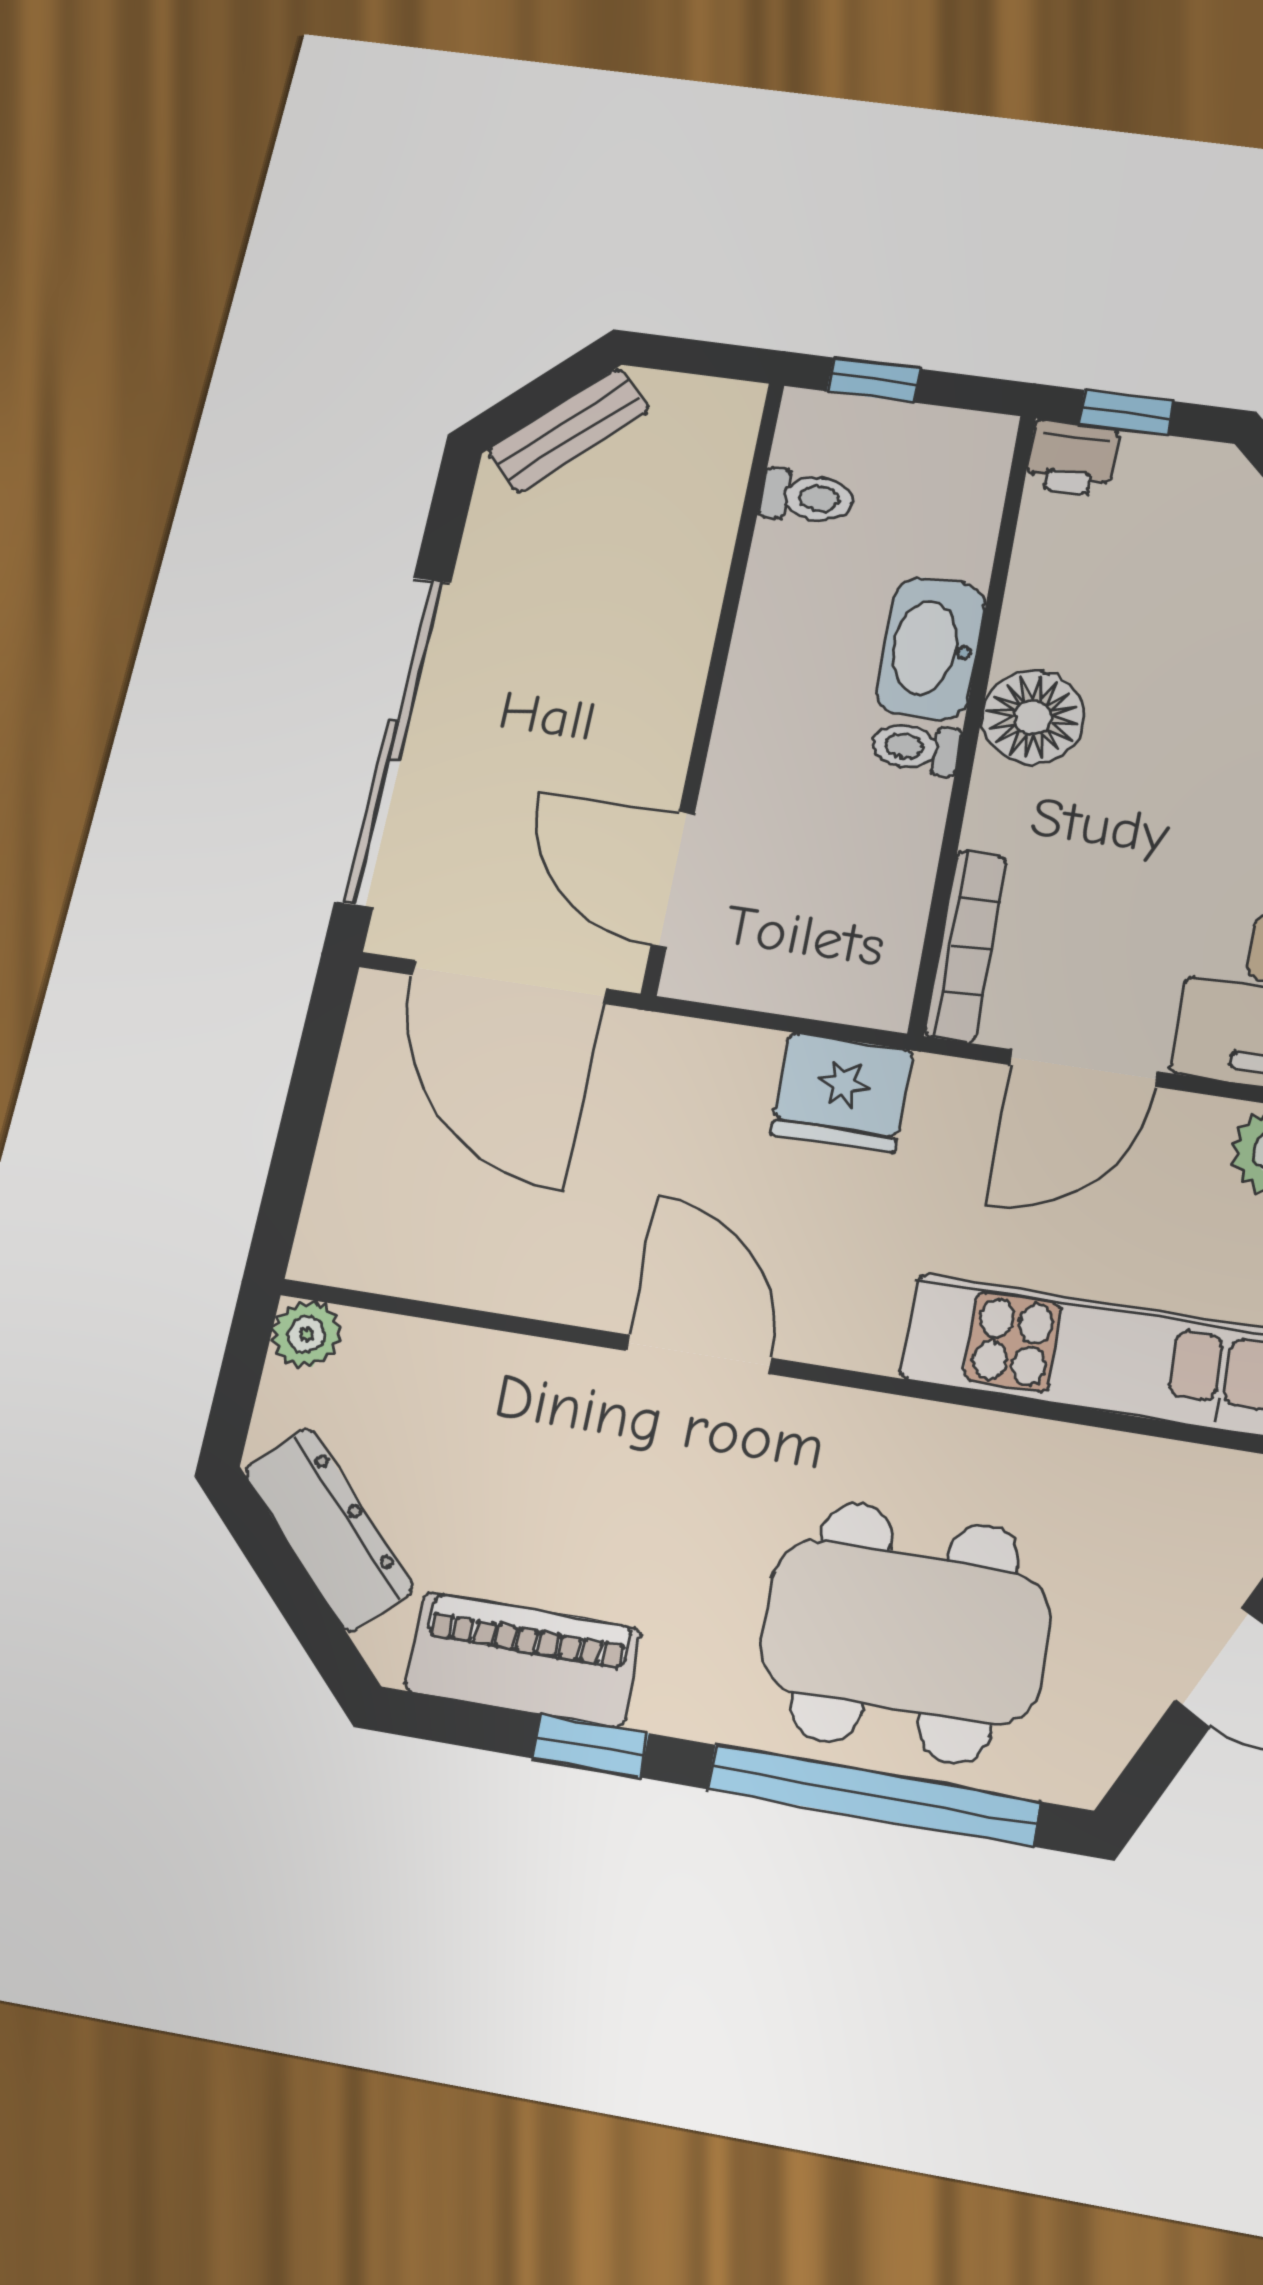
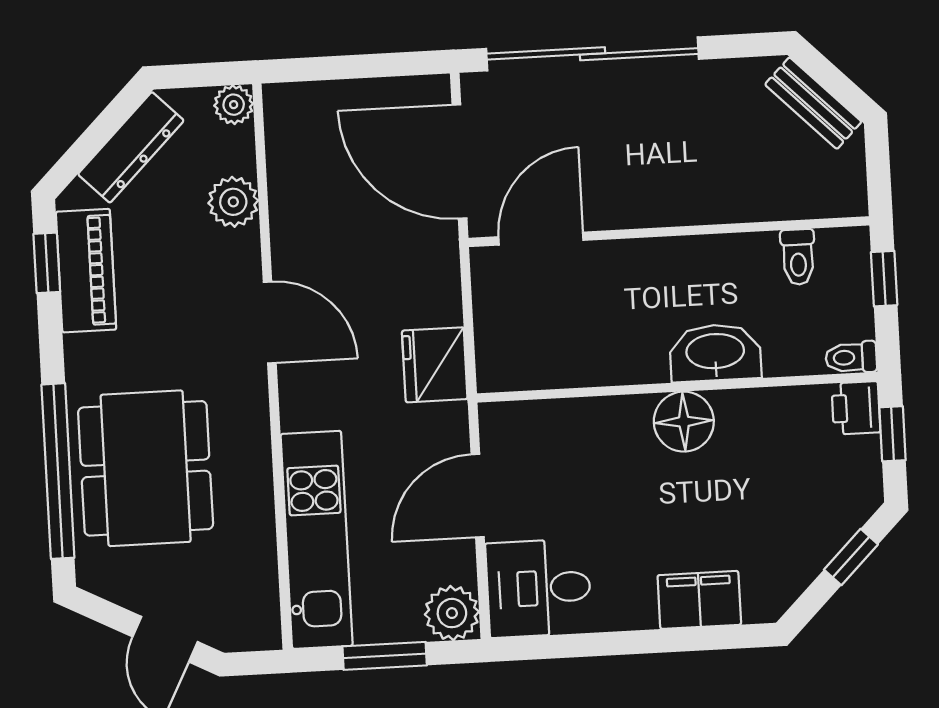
toilet: (916, 747) -> (851, 357), moved, turned -90
bookcase: (966, 946) -> (536, 414), removed
door: (509, 982) -> (459, 161), hinge flipped
door: (1084, 1068) -> (478, 496), hinge flipped
door: (699, 1354) -> (270, 322), hinge flipped
plant: (473, 1371) -> (233, 202), added
window: (590, 1746) -> (47, 263), moved

